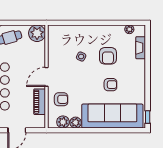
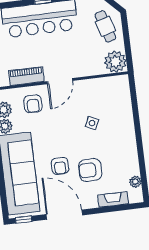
armchair: (108, 56) -> (90, 170), moved
door: (47, 77) -> (60, 81), swing flipped
door: (148, 86) -> (64, 215), added

